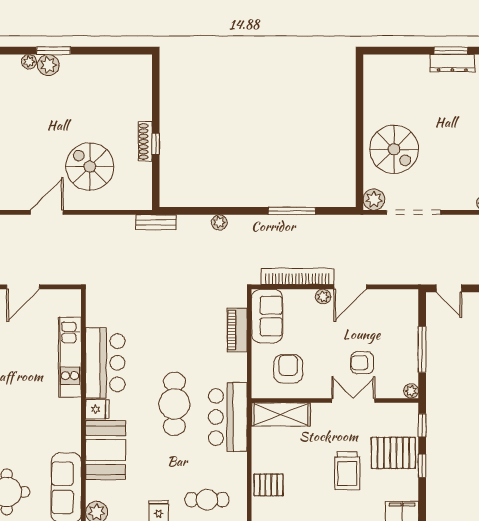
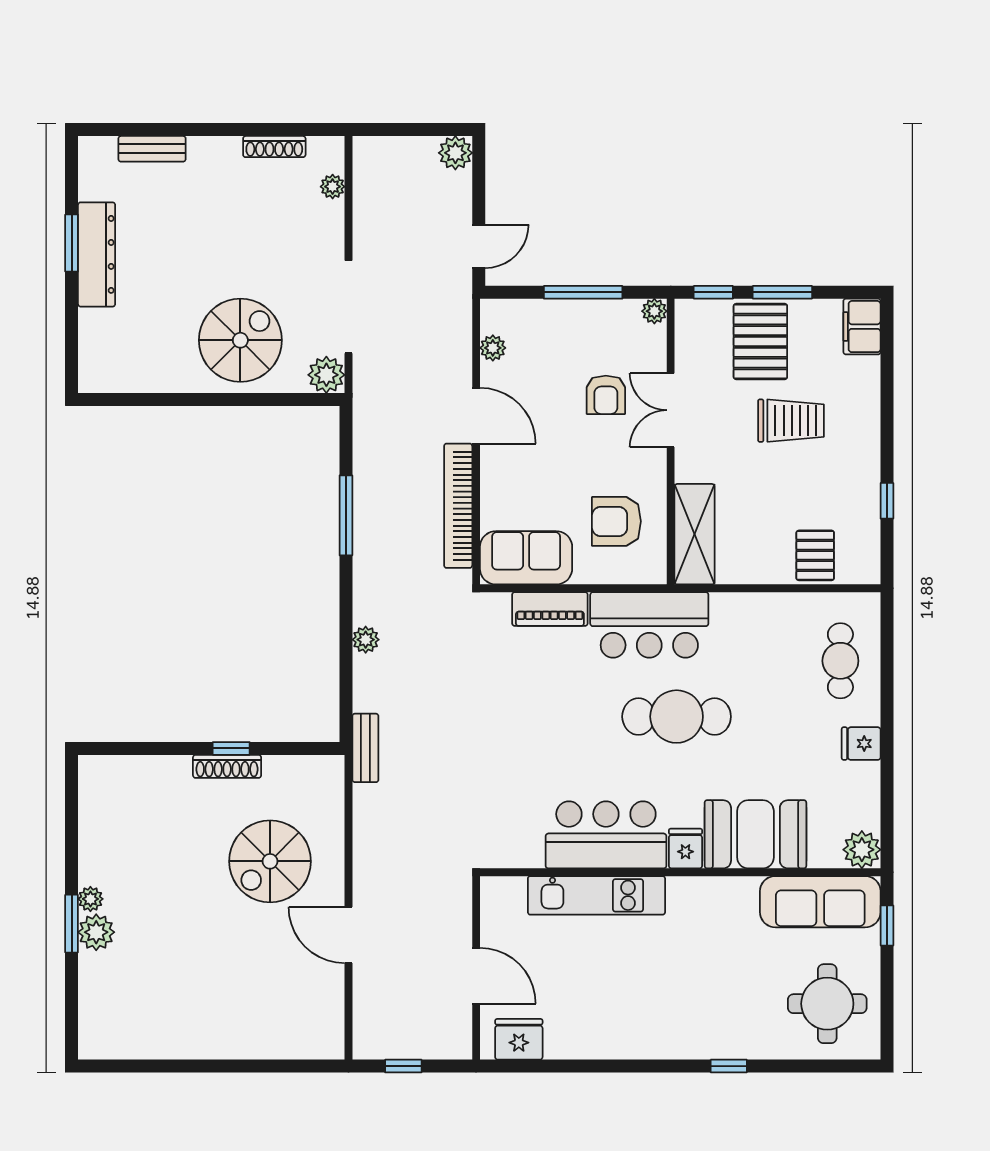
plant: (29, 62) -> (90, 899), moved
dresser: (452, 63) -> (97, 254), width x1.37, depth x1.24
plant: (323, 297) -> (493, 348), moved
bar counter: (228, 417) -> (649, 625), moved
window: (422, 466) -> (782, 292), width x1.50

